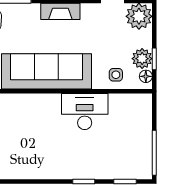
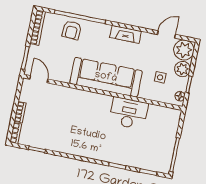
plant: (142, 59) -> (182, 69), moved
side table: (116, 75) -> (160, 77), moved

